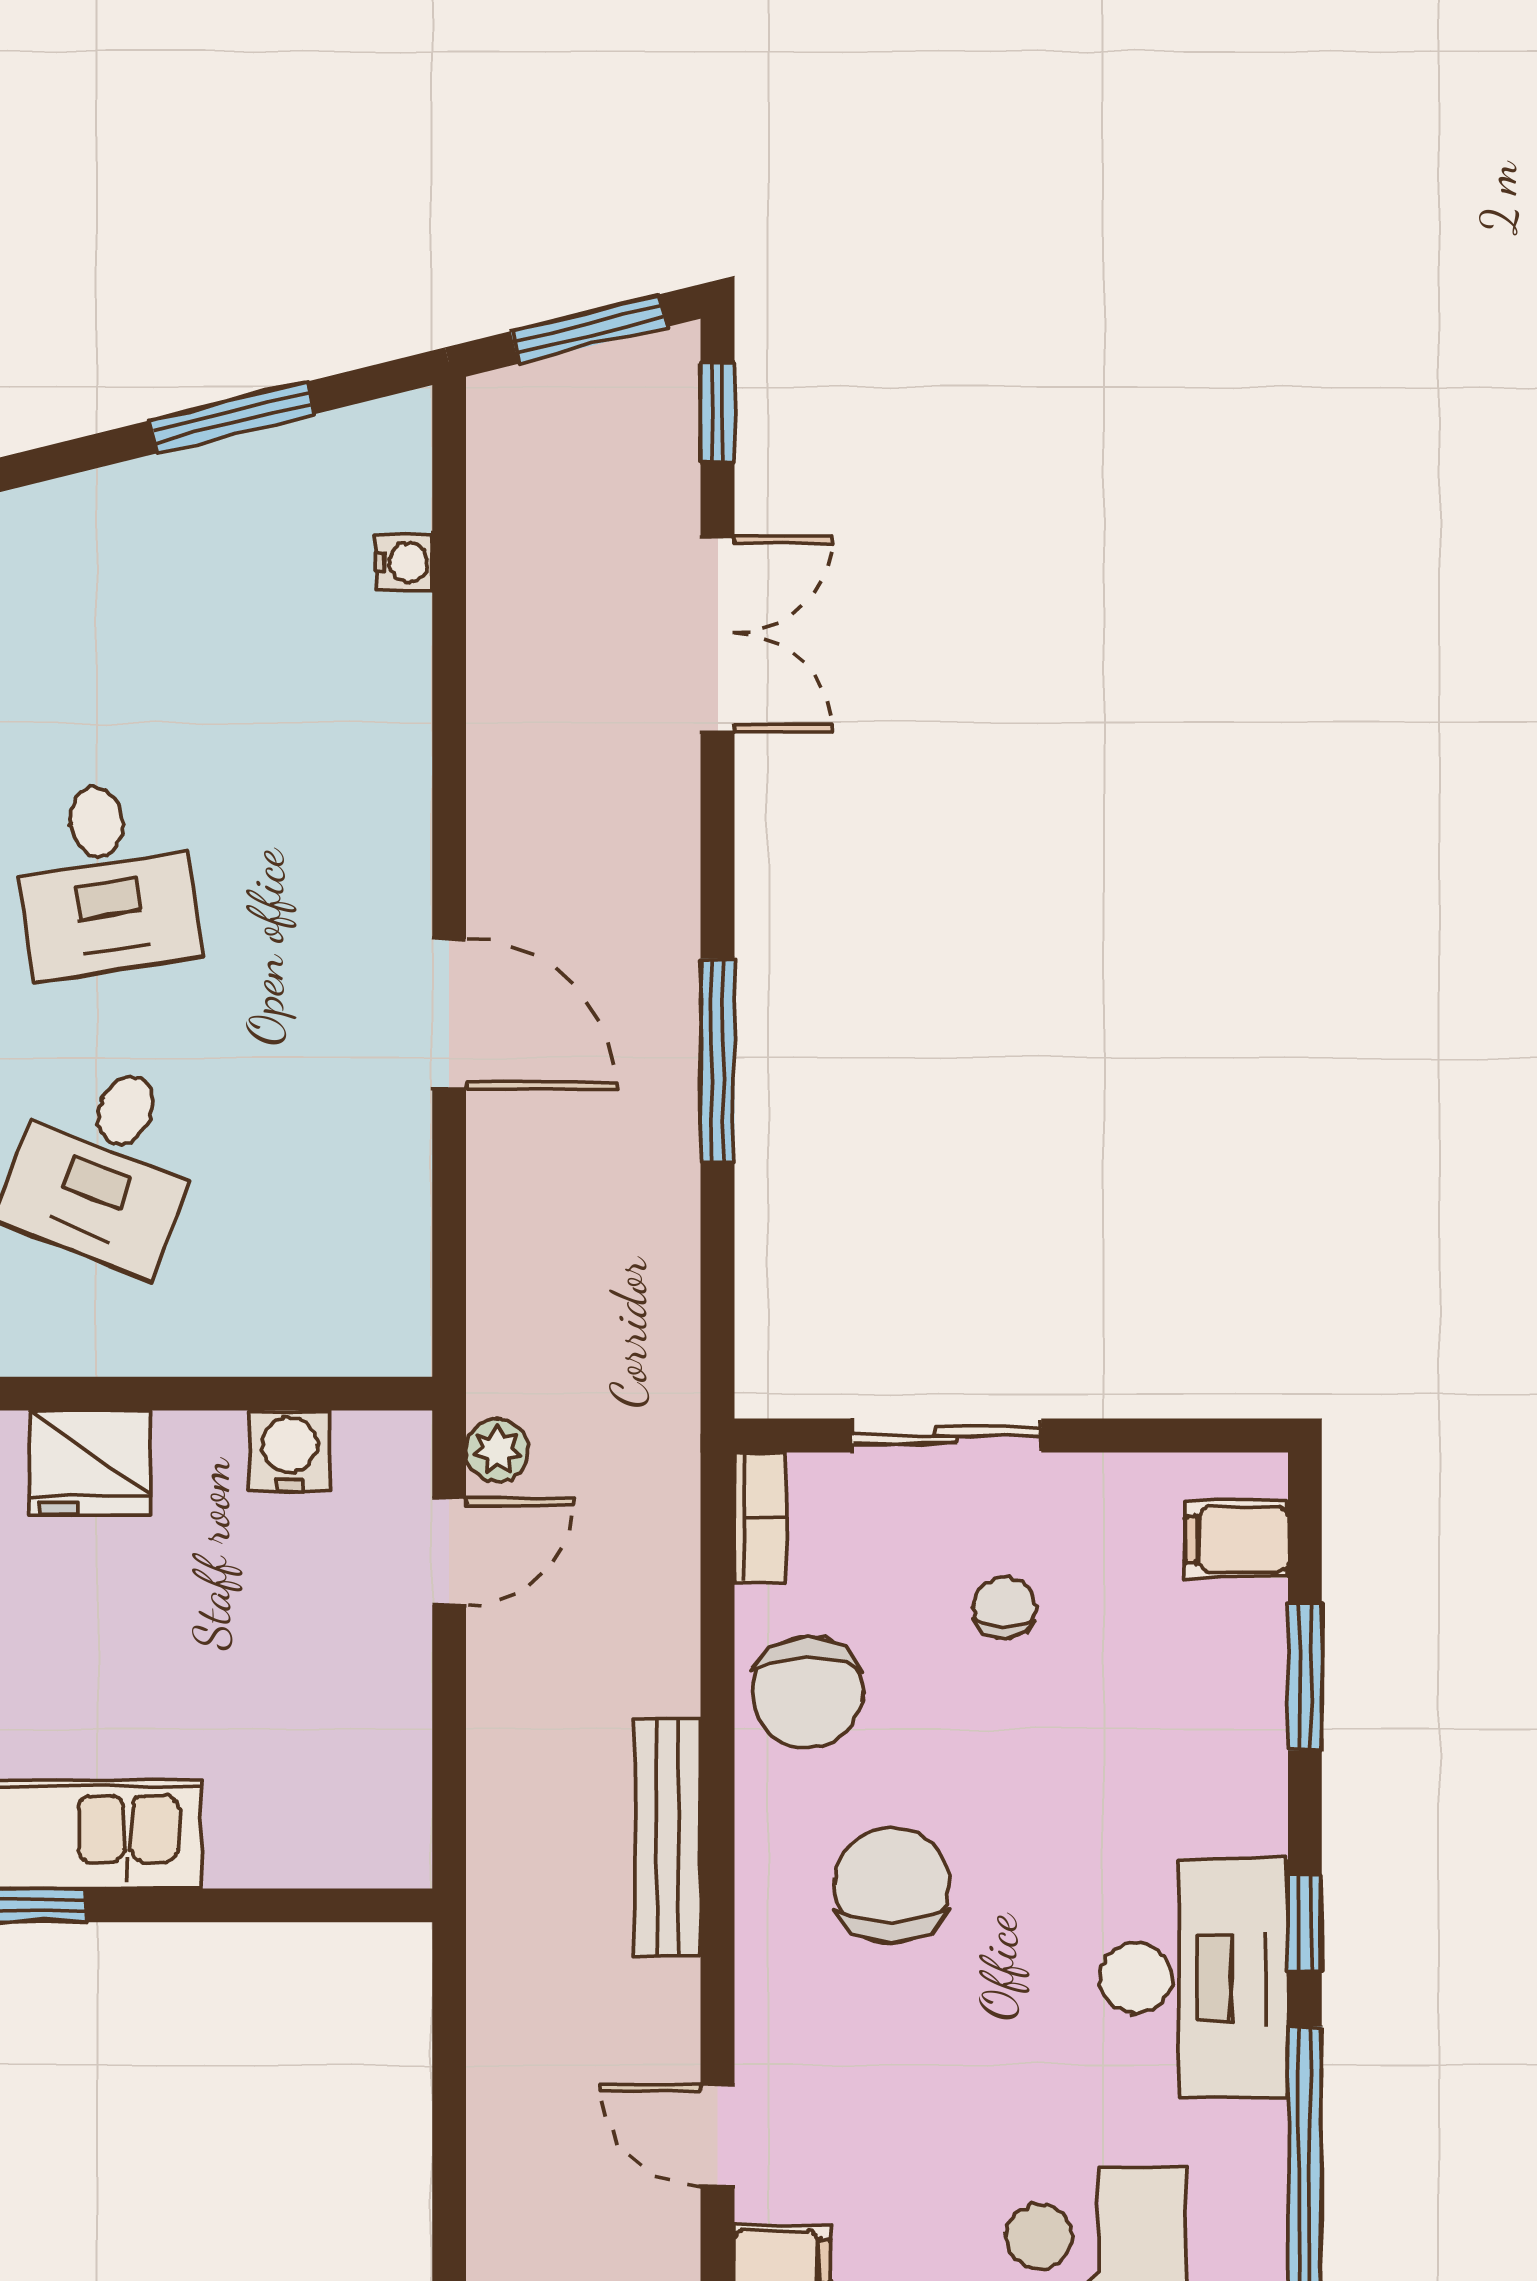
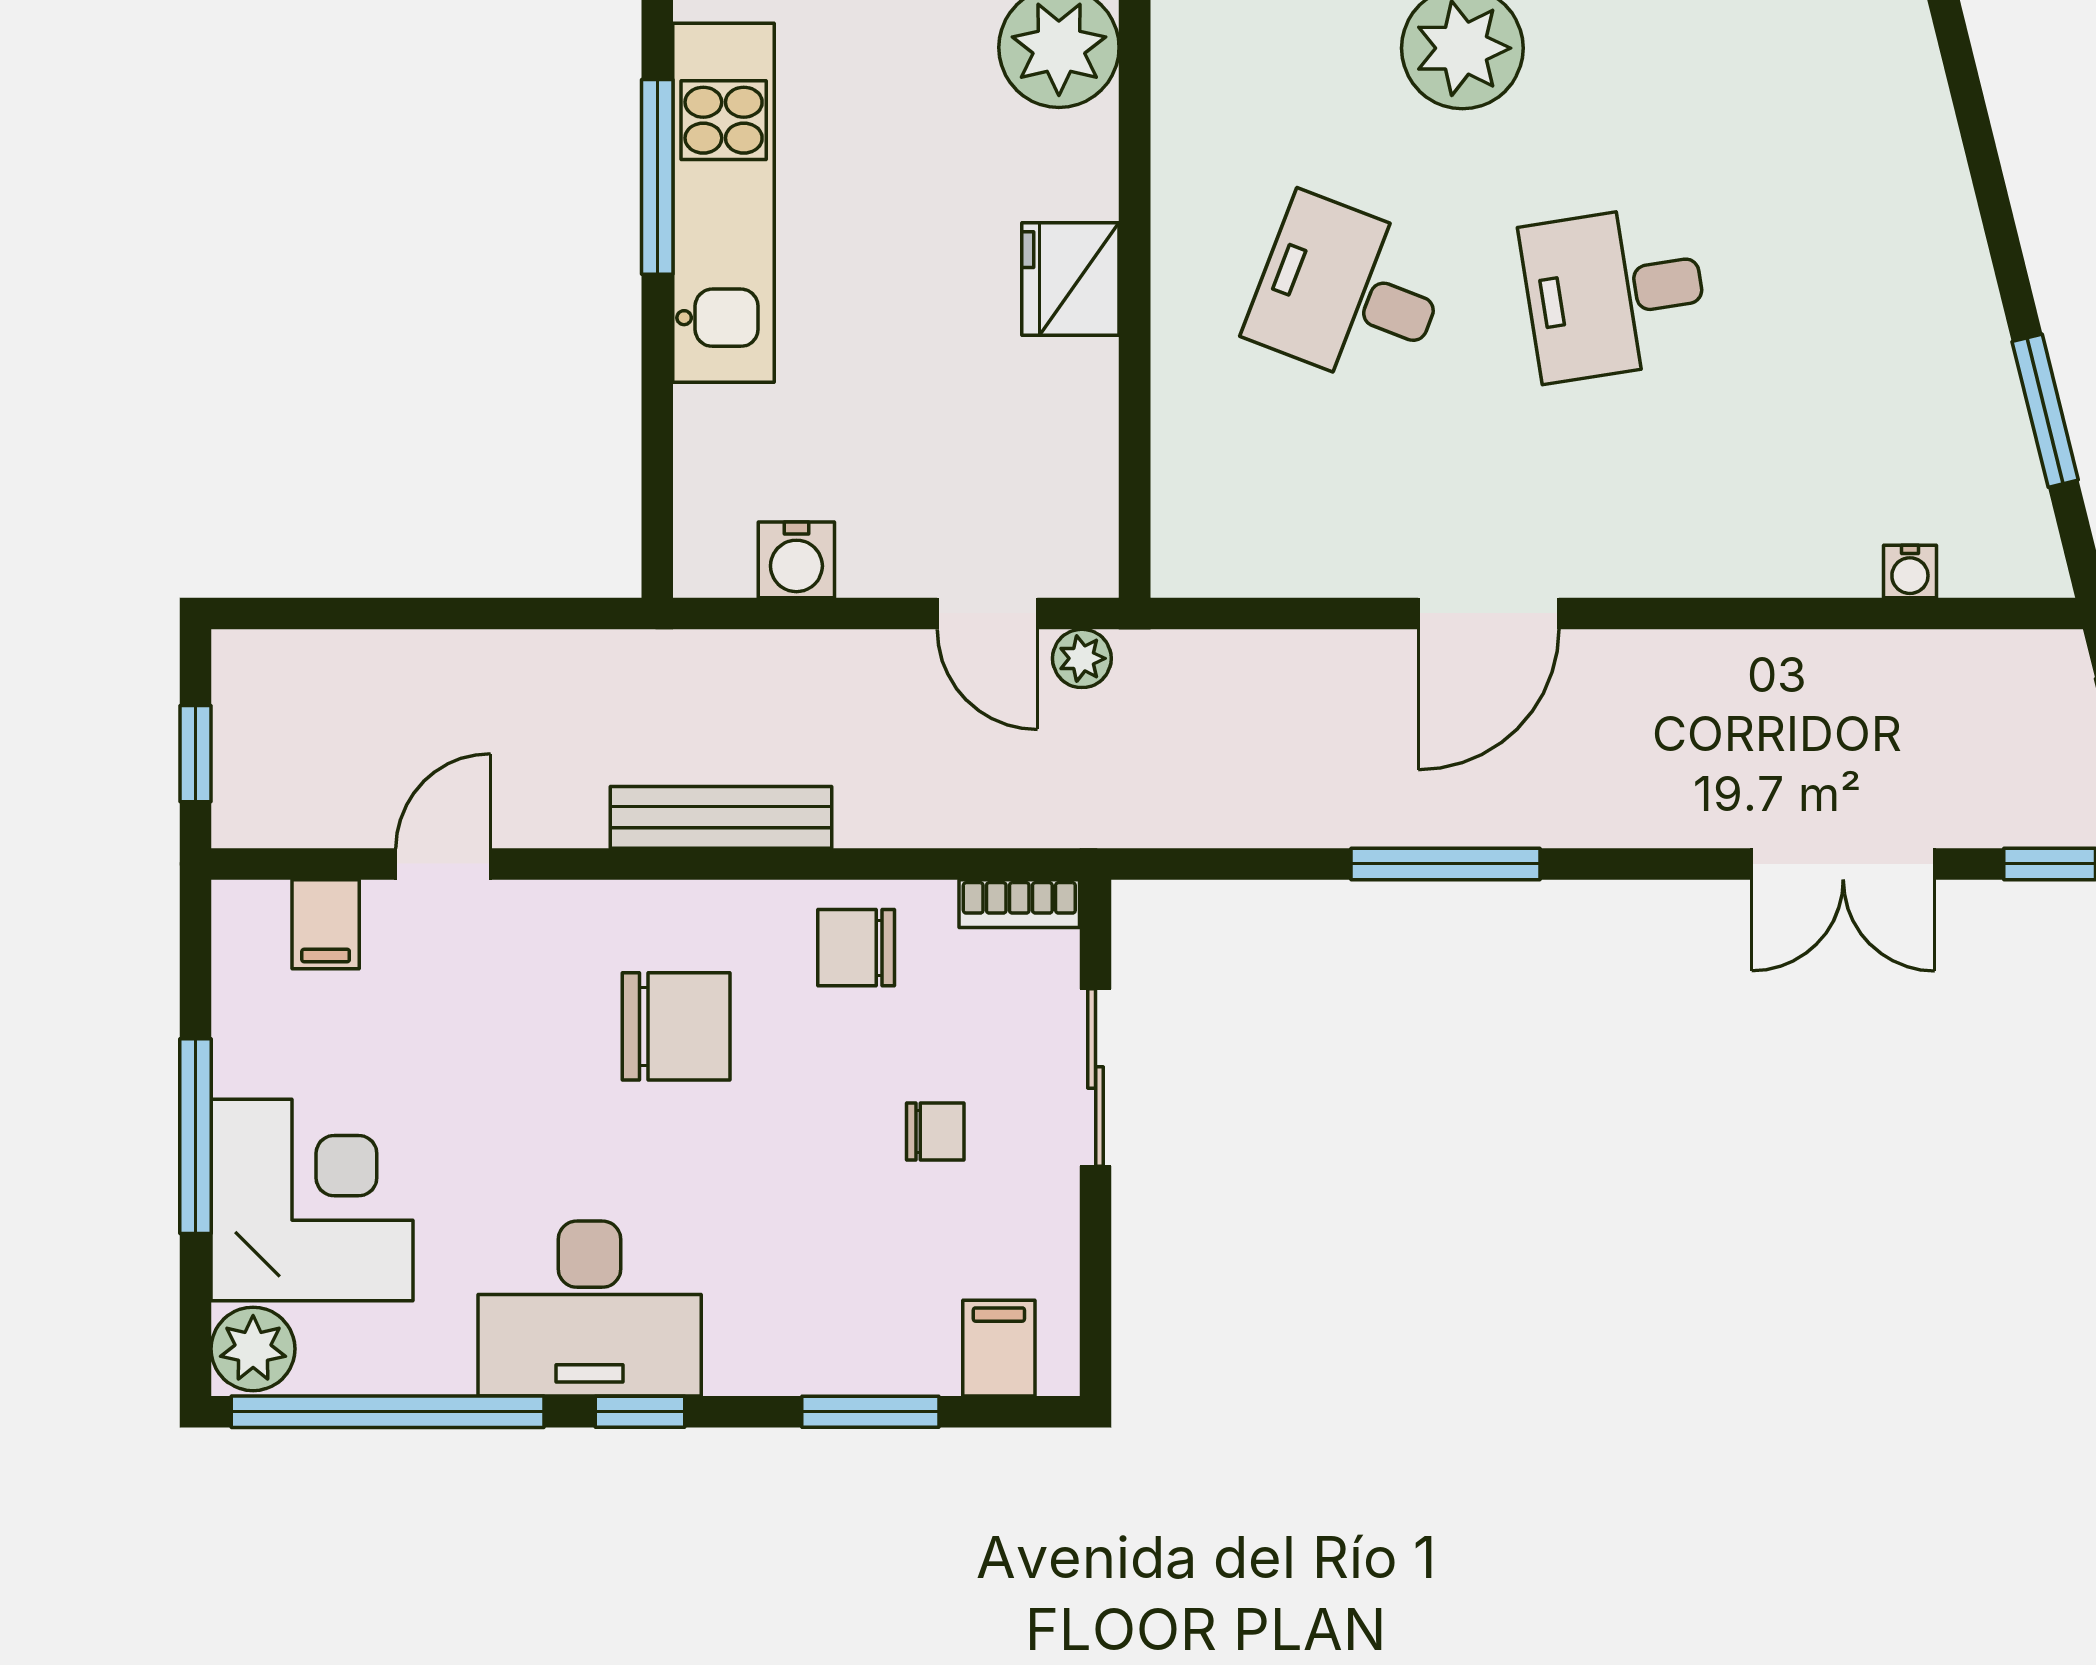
water cooler: (289, 1451) -> (796, 560), moved, turned 90
chair: (807, 1692) -> (856, 948), width x0.73, depth x0.73

